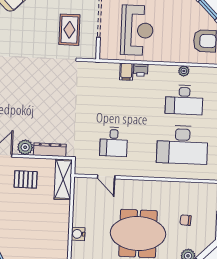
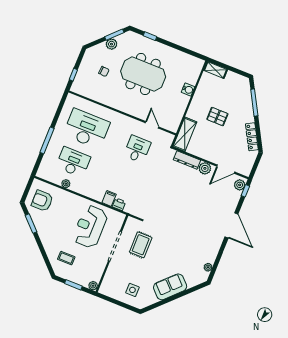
printer: (141, 70) -> (119, 204), moved
pallet: (26, 179) -> (217, 117), moved

